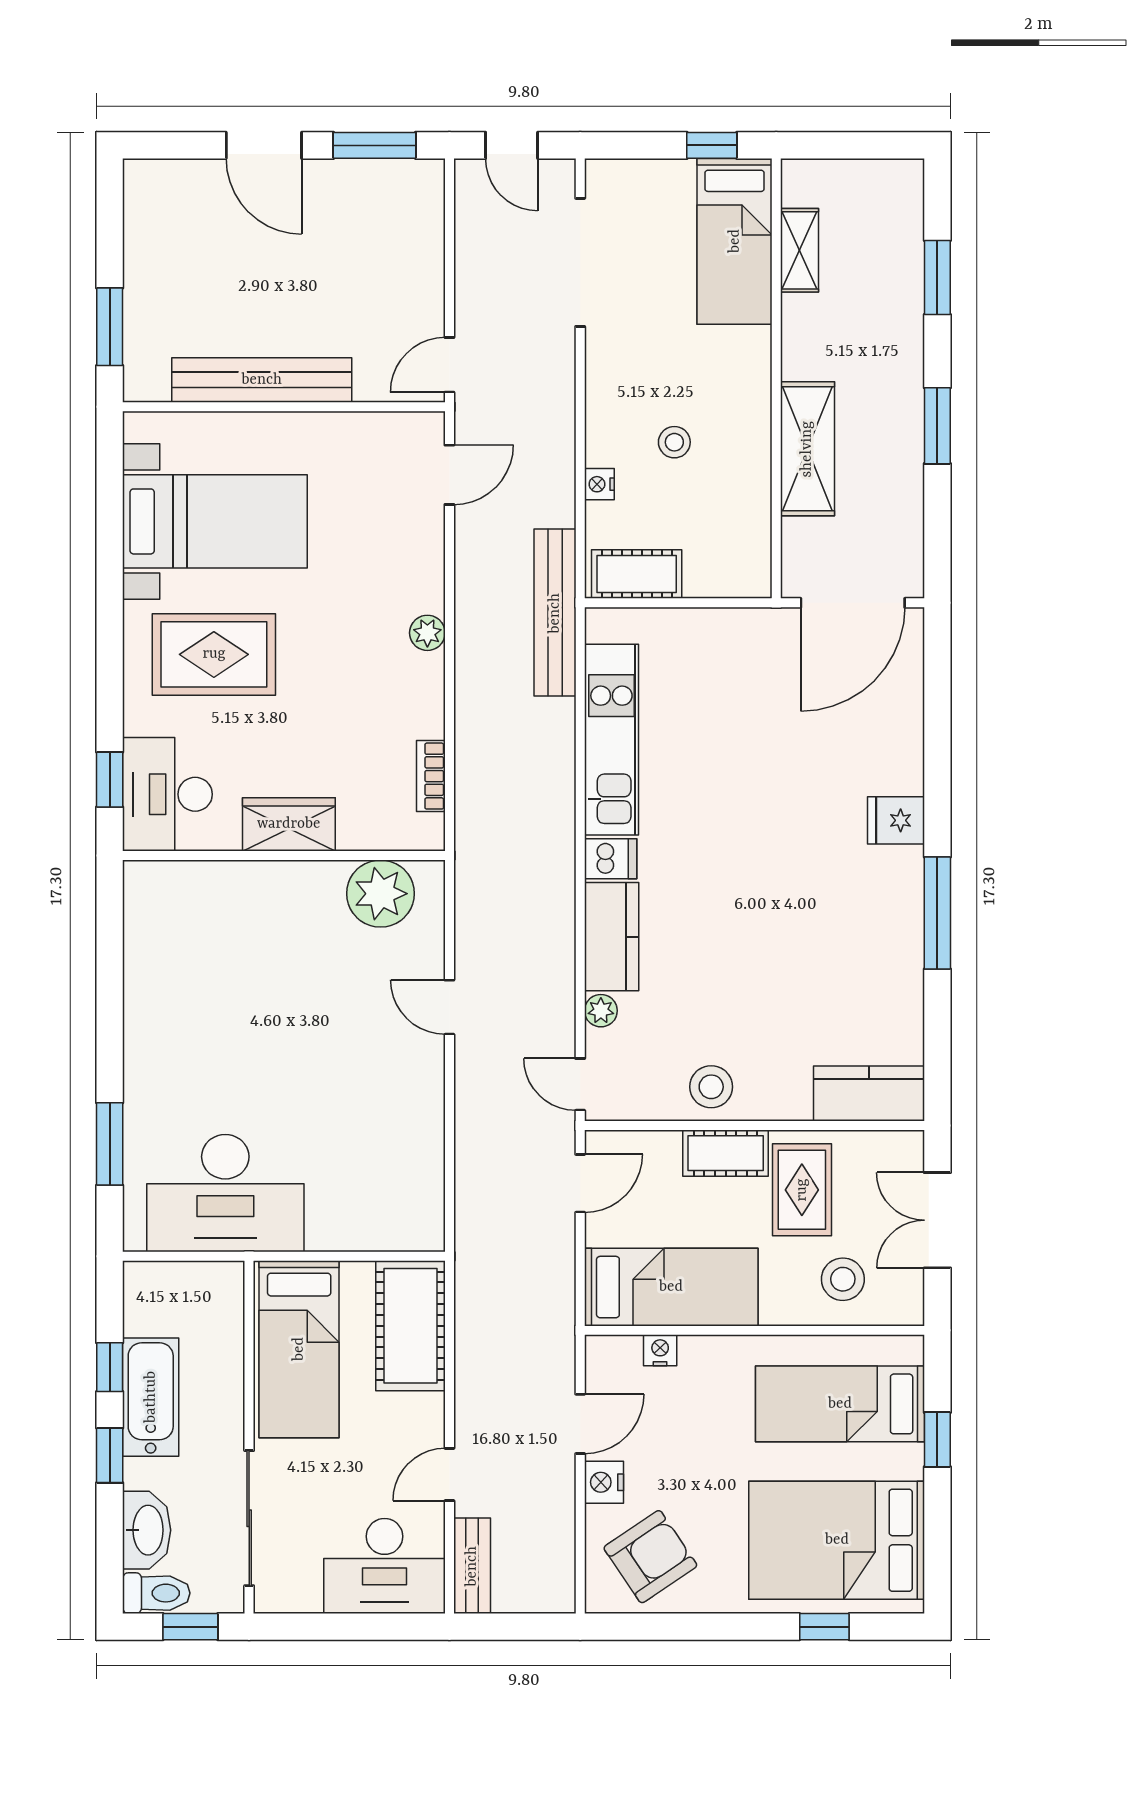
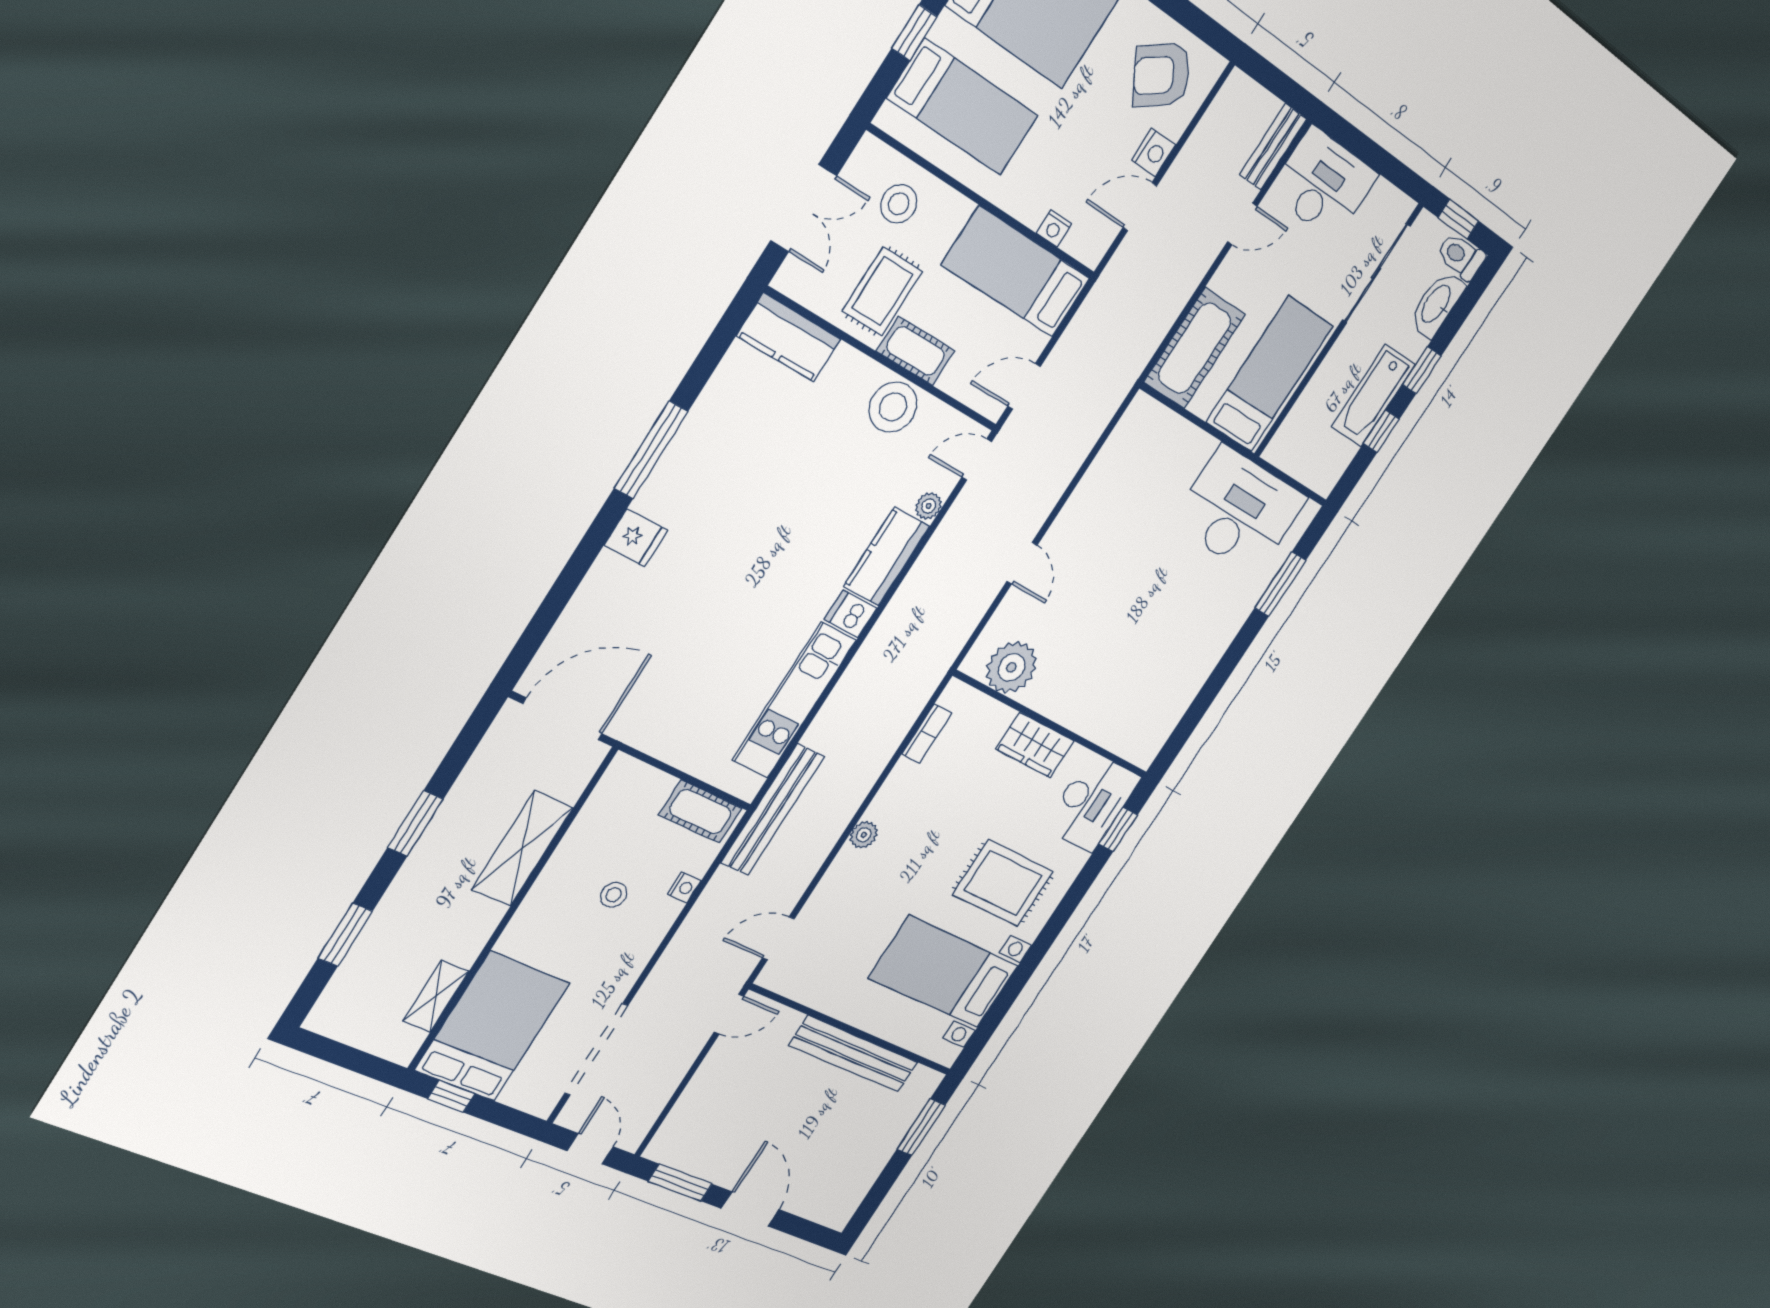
bed: (735, 241) -> (492, 1027), width x1.50
door: (580, 1084) -> (977, 459), swing flipped
stool: (711, 1087) -> (893, 407), width x1.38, depth x1.38

